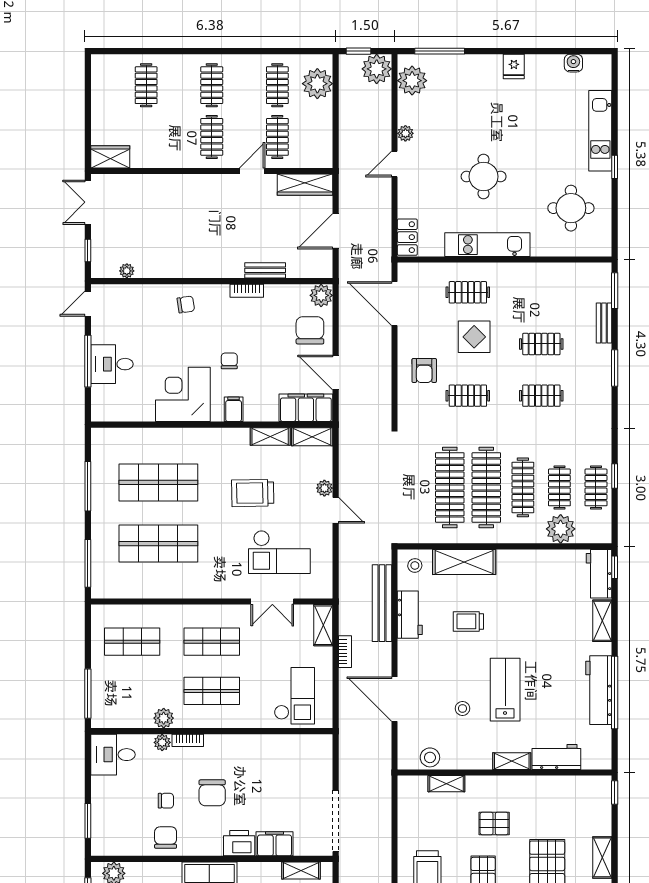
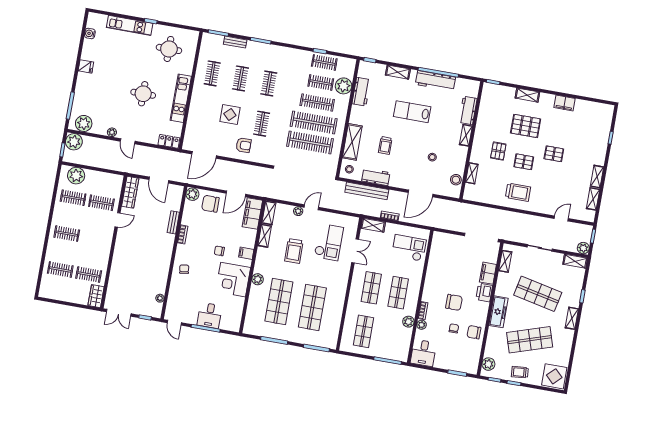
clothes rail: (212, 137) -> (89, 275), moved
door: (252, 171) -> (118, 220), swing flipped
clothes rail: (468, 292) -> (212, 73), moved
plant: (191, 438) -> (258, 279), added
workbench: (599, 574) -> (361, 92), moved, turned -90
lab bench: (505, 690) -> (412, 112), moved

